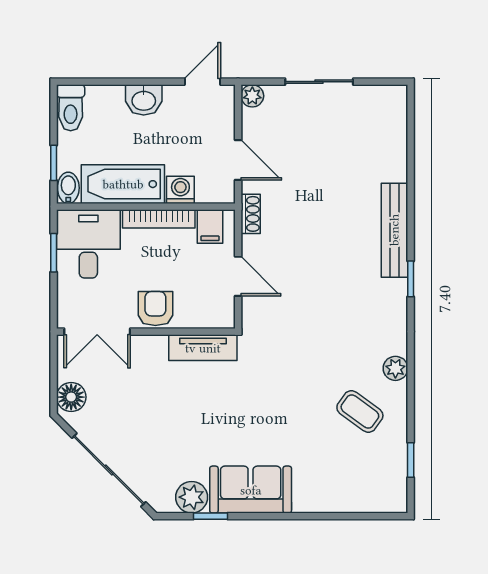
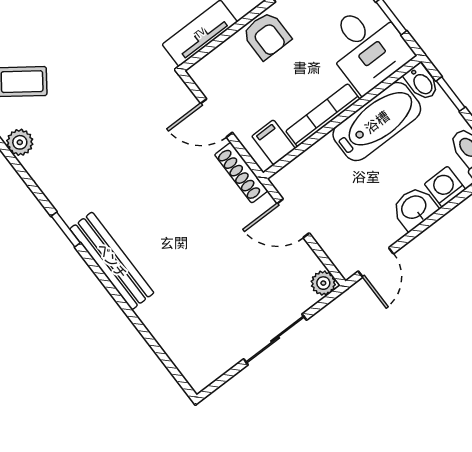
washing machine: (180, 190) -> (445, 187), moved, turned 180
shoe rack: (251, 214) -> (241, 173), width x1.43

